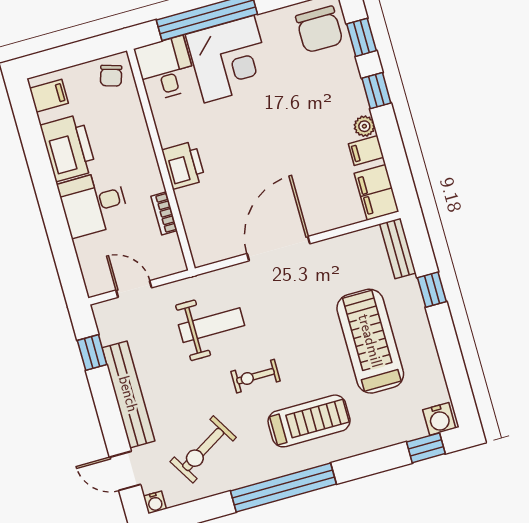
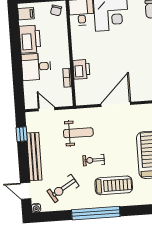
printer: (184, 165) -> (81, 69), moved

